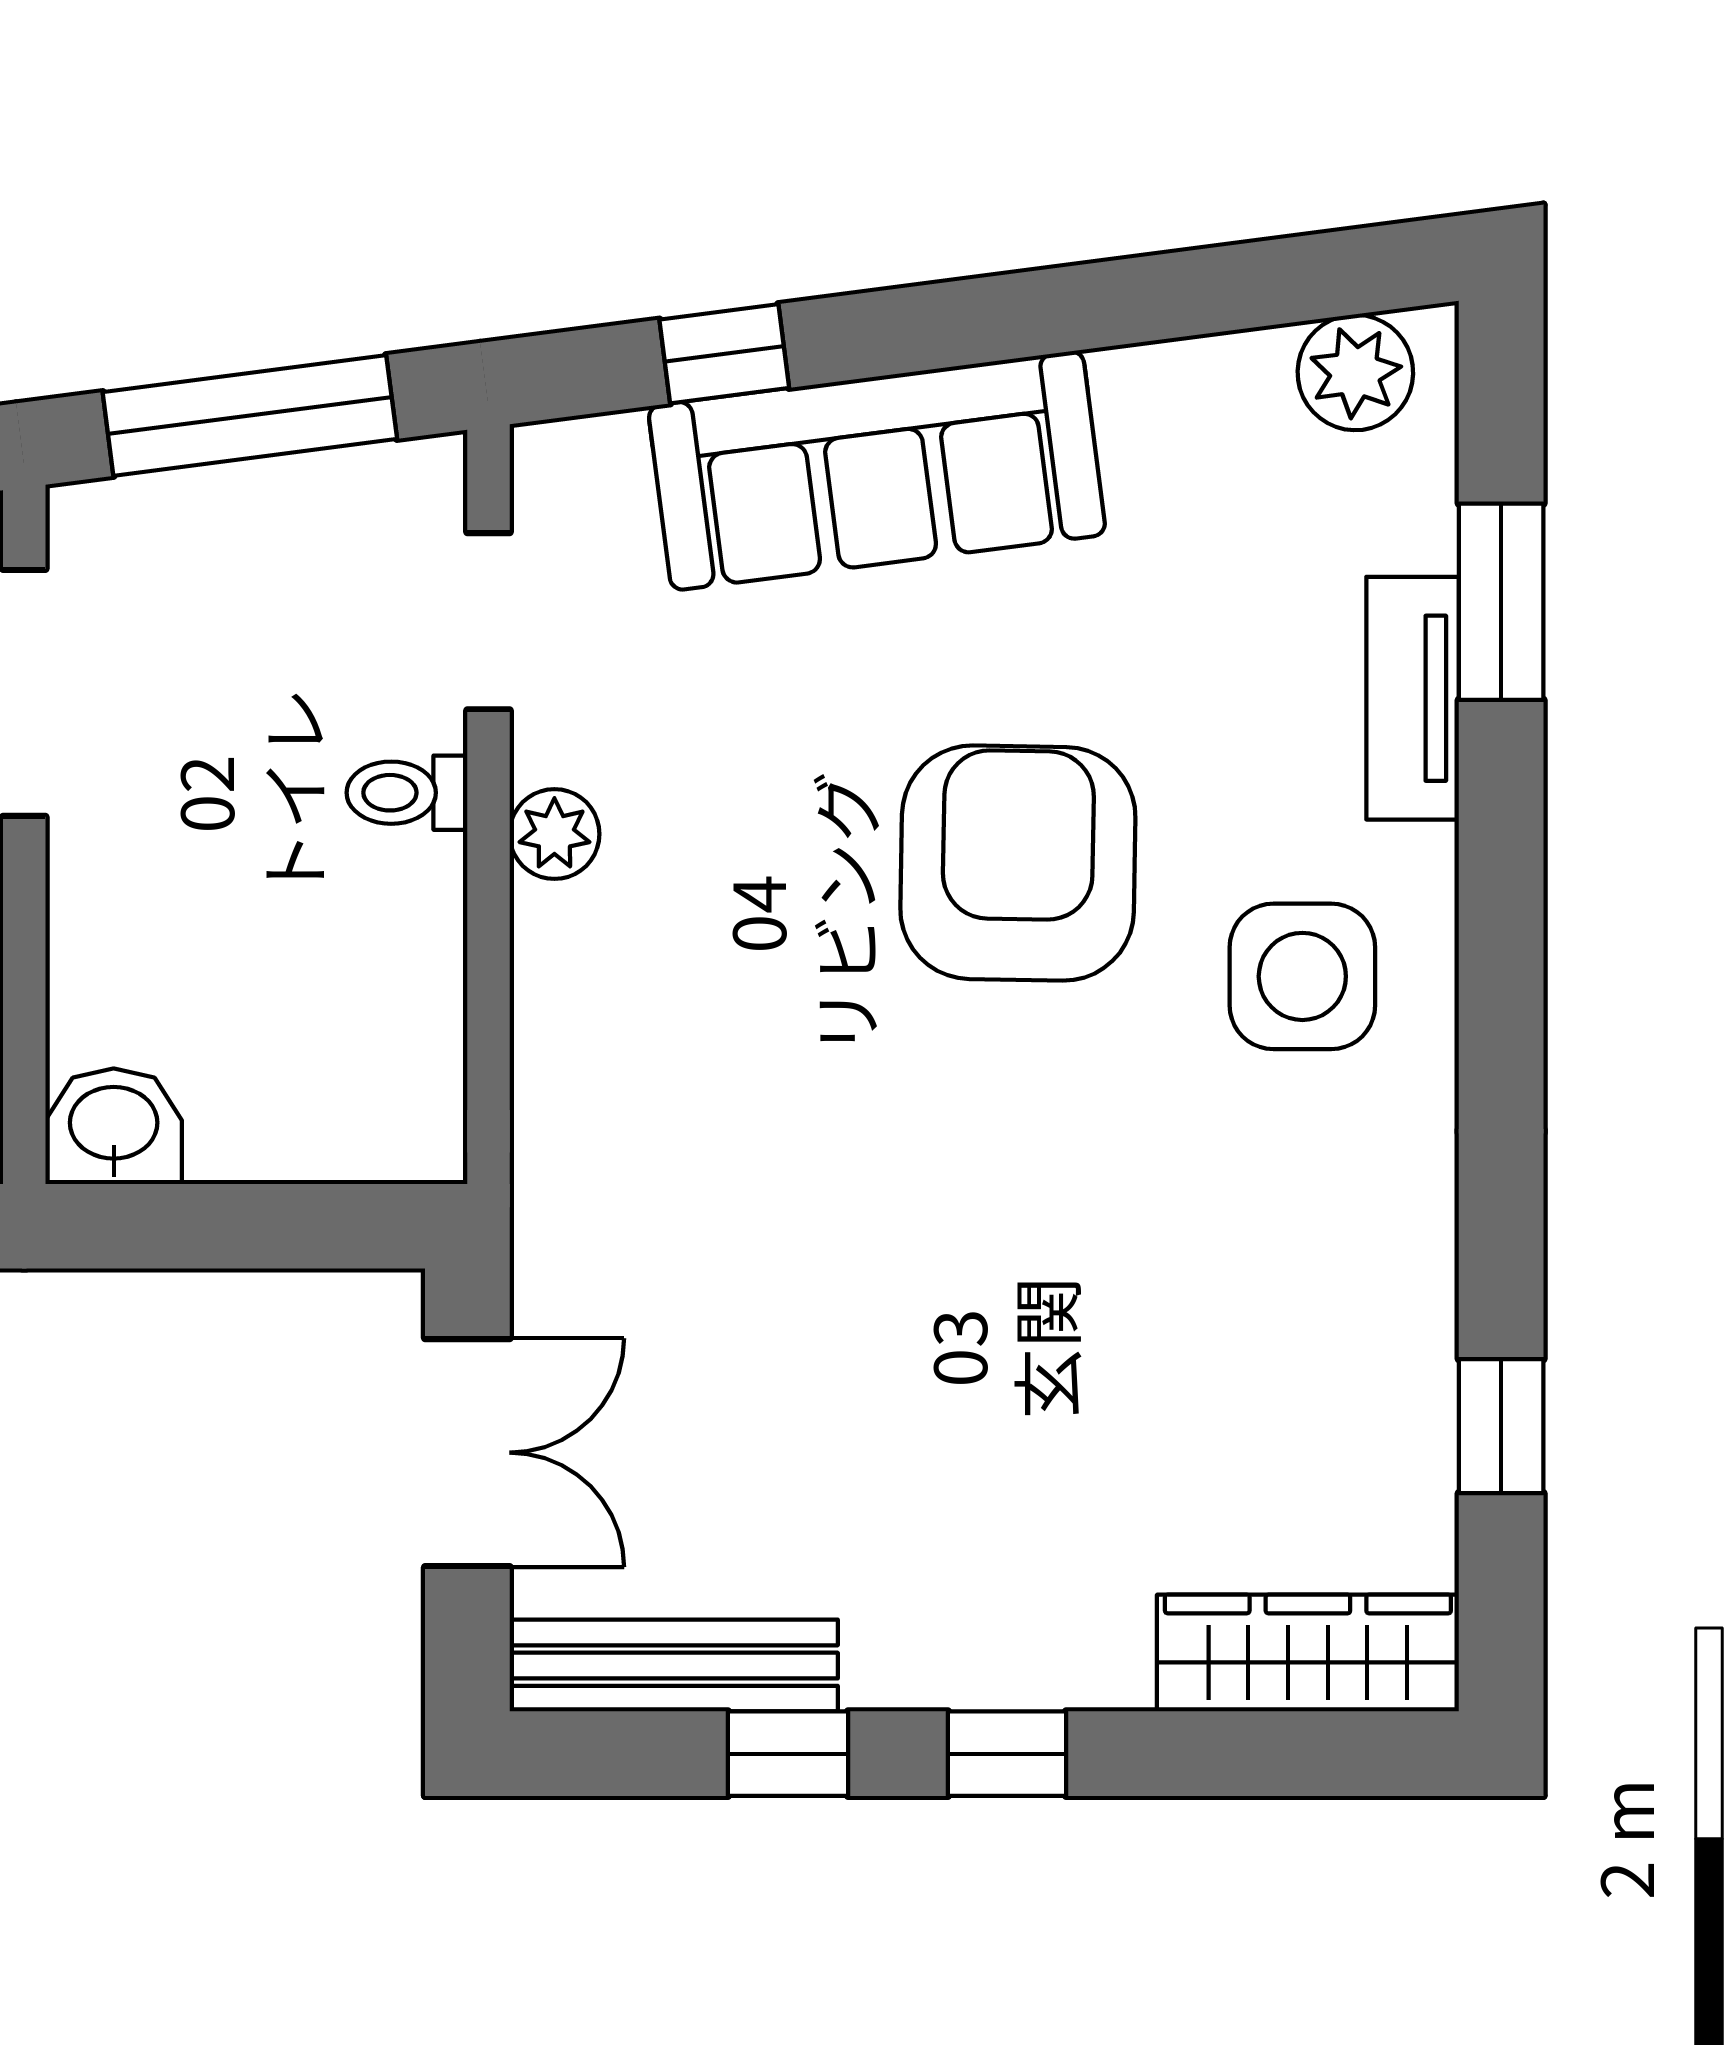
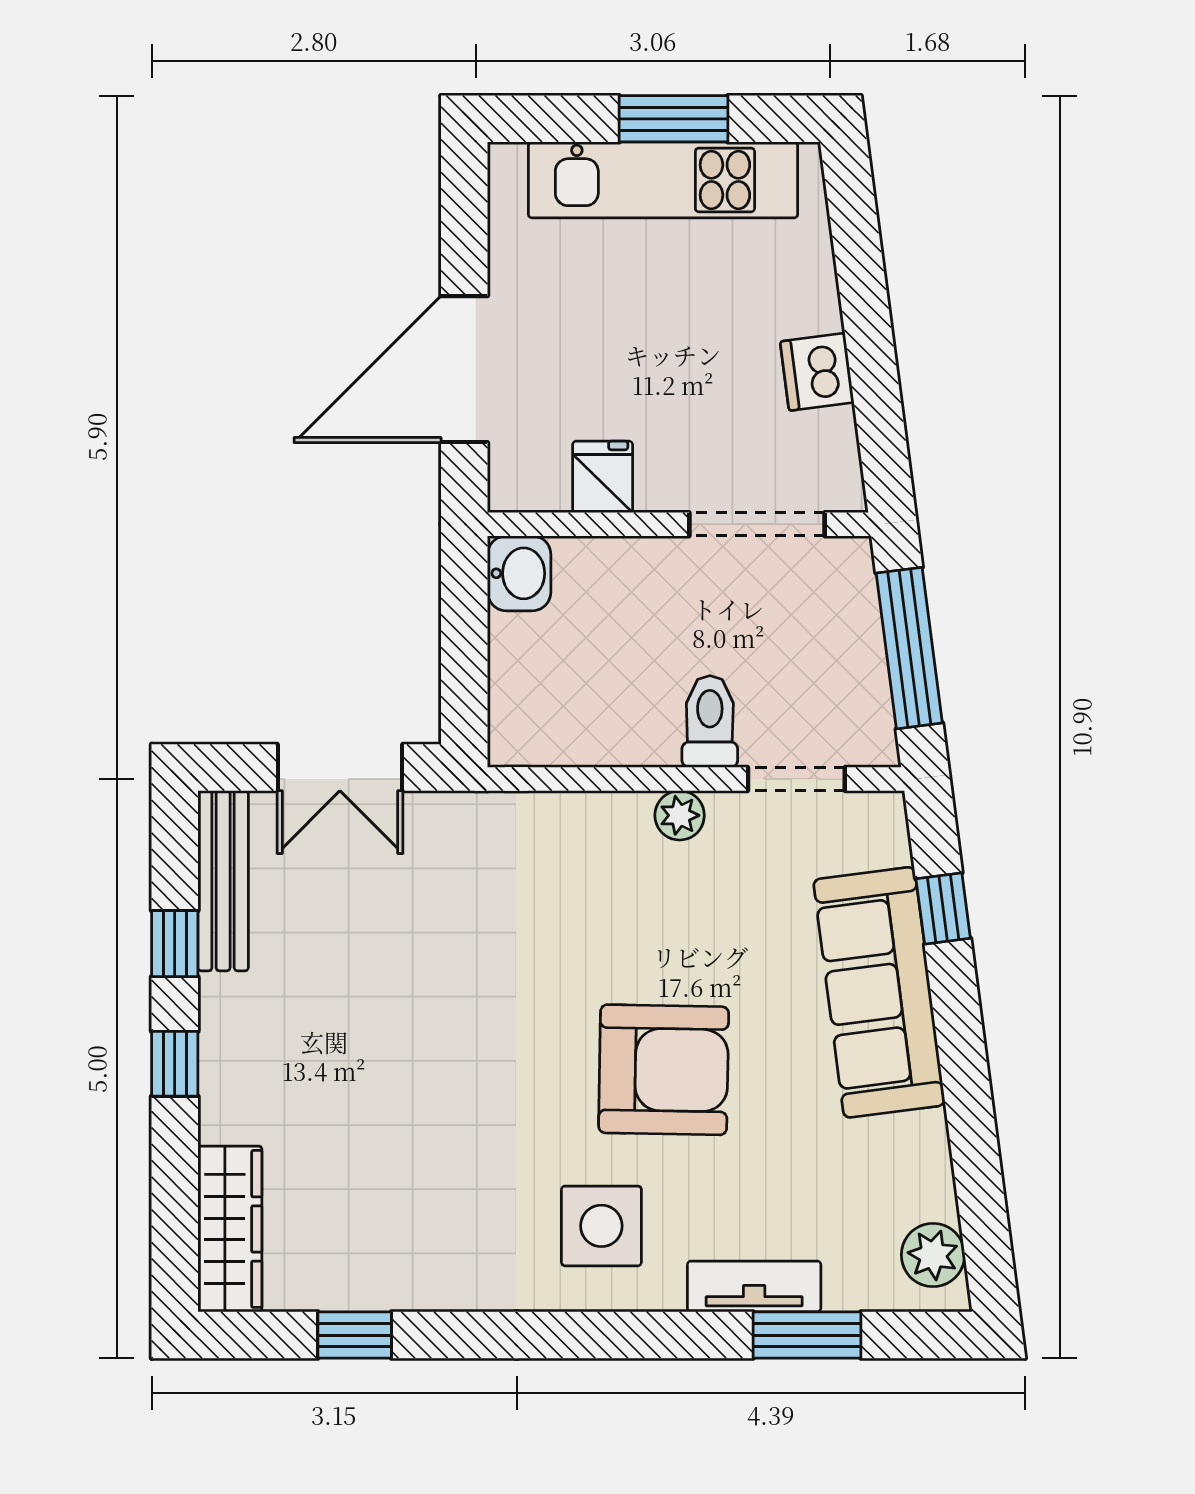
toilet: (407, 793) -> (710, 722), width x1.37, depth x1.39

